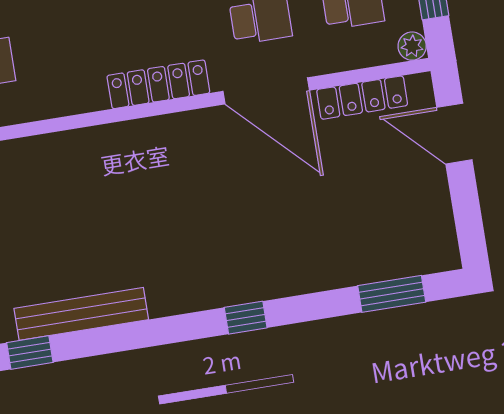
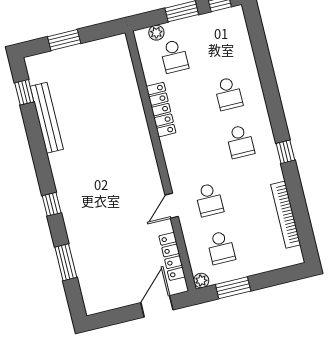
locker: (158, 84) -> (161, 110), moved
door: (266, 91) -> (172, 206), width x0.53
window: (392, 294) -> (66, 262), moved

